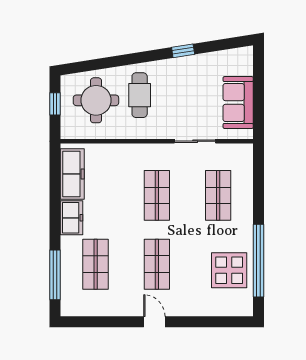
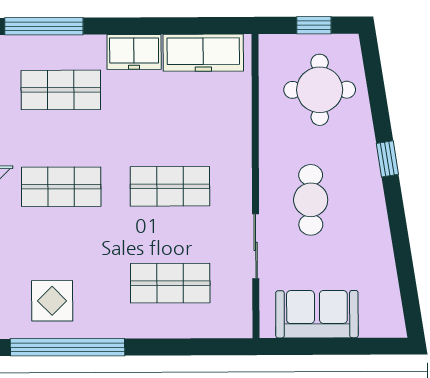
window: (183, 51) -> (387, 159), moved
cafe table: (140, 95) -> (311, 200), moved, turned 90
display table: (229, 270) -> (52, 301), width x0.73, depth x0.73

